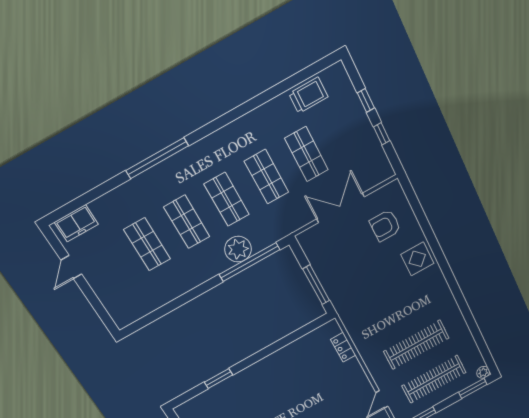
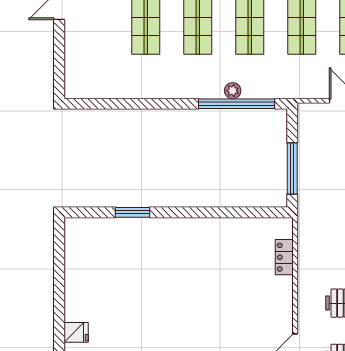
plant: (238, 249) -> (233, 91), width x0.53, depth x0.53

